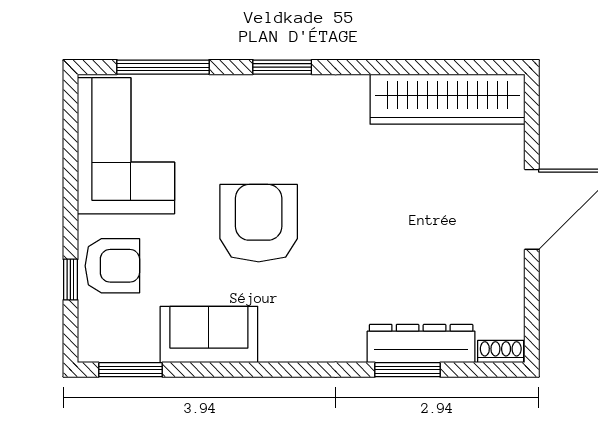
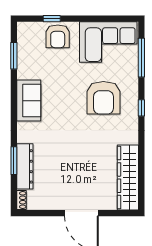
window: (282, 67) -> (141, 108), width x0.67
armchair: (259, 223) -> (103, 98), moved, turned 90
sofa: (209, 335) -> (29, 101), moved
window: (130, 370) -> (14, 56), moved

